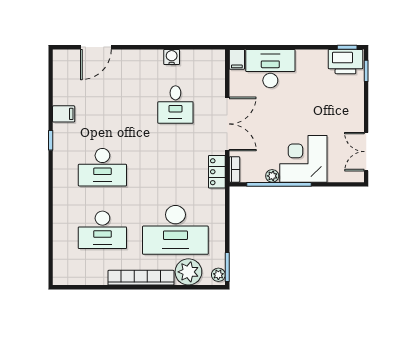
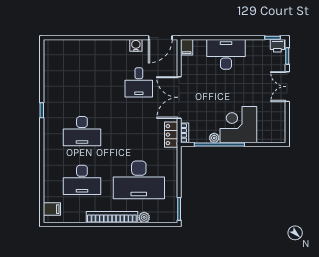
door: (96, 47) -> (160, 38), moved
printer: (345, 62) -> (277, 46), width x0.53, depth x0.68
desk: (270, 69) -> (226, 54), moved
filing cabinet: (64, 114) -> (52, 209), moved
double door: (227, 124) -> (179, 97), swing flipped
double door: (366, 152) -> (287, 87), moved
plant: (188, 272) -> (144, 217), width x0.53, depth x0.53
plant: (218, 275) -> (172, 215), removed

